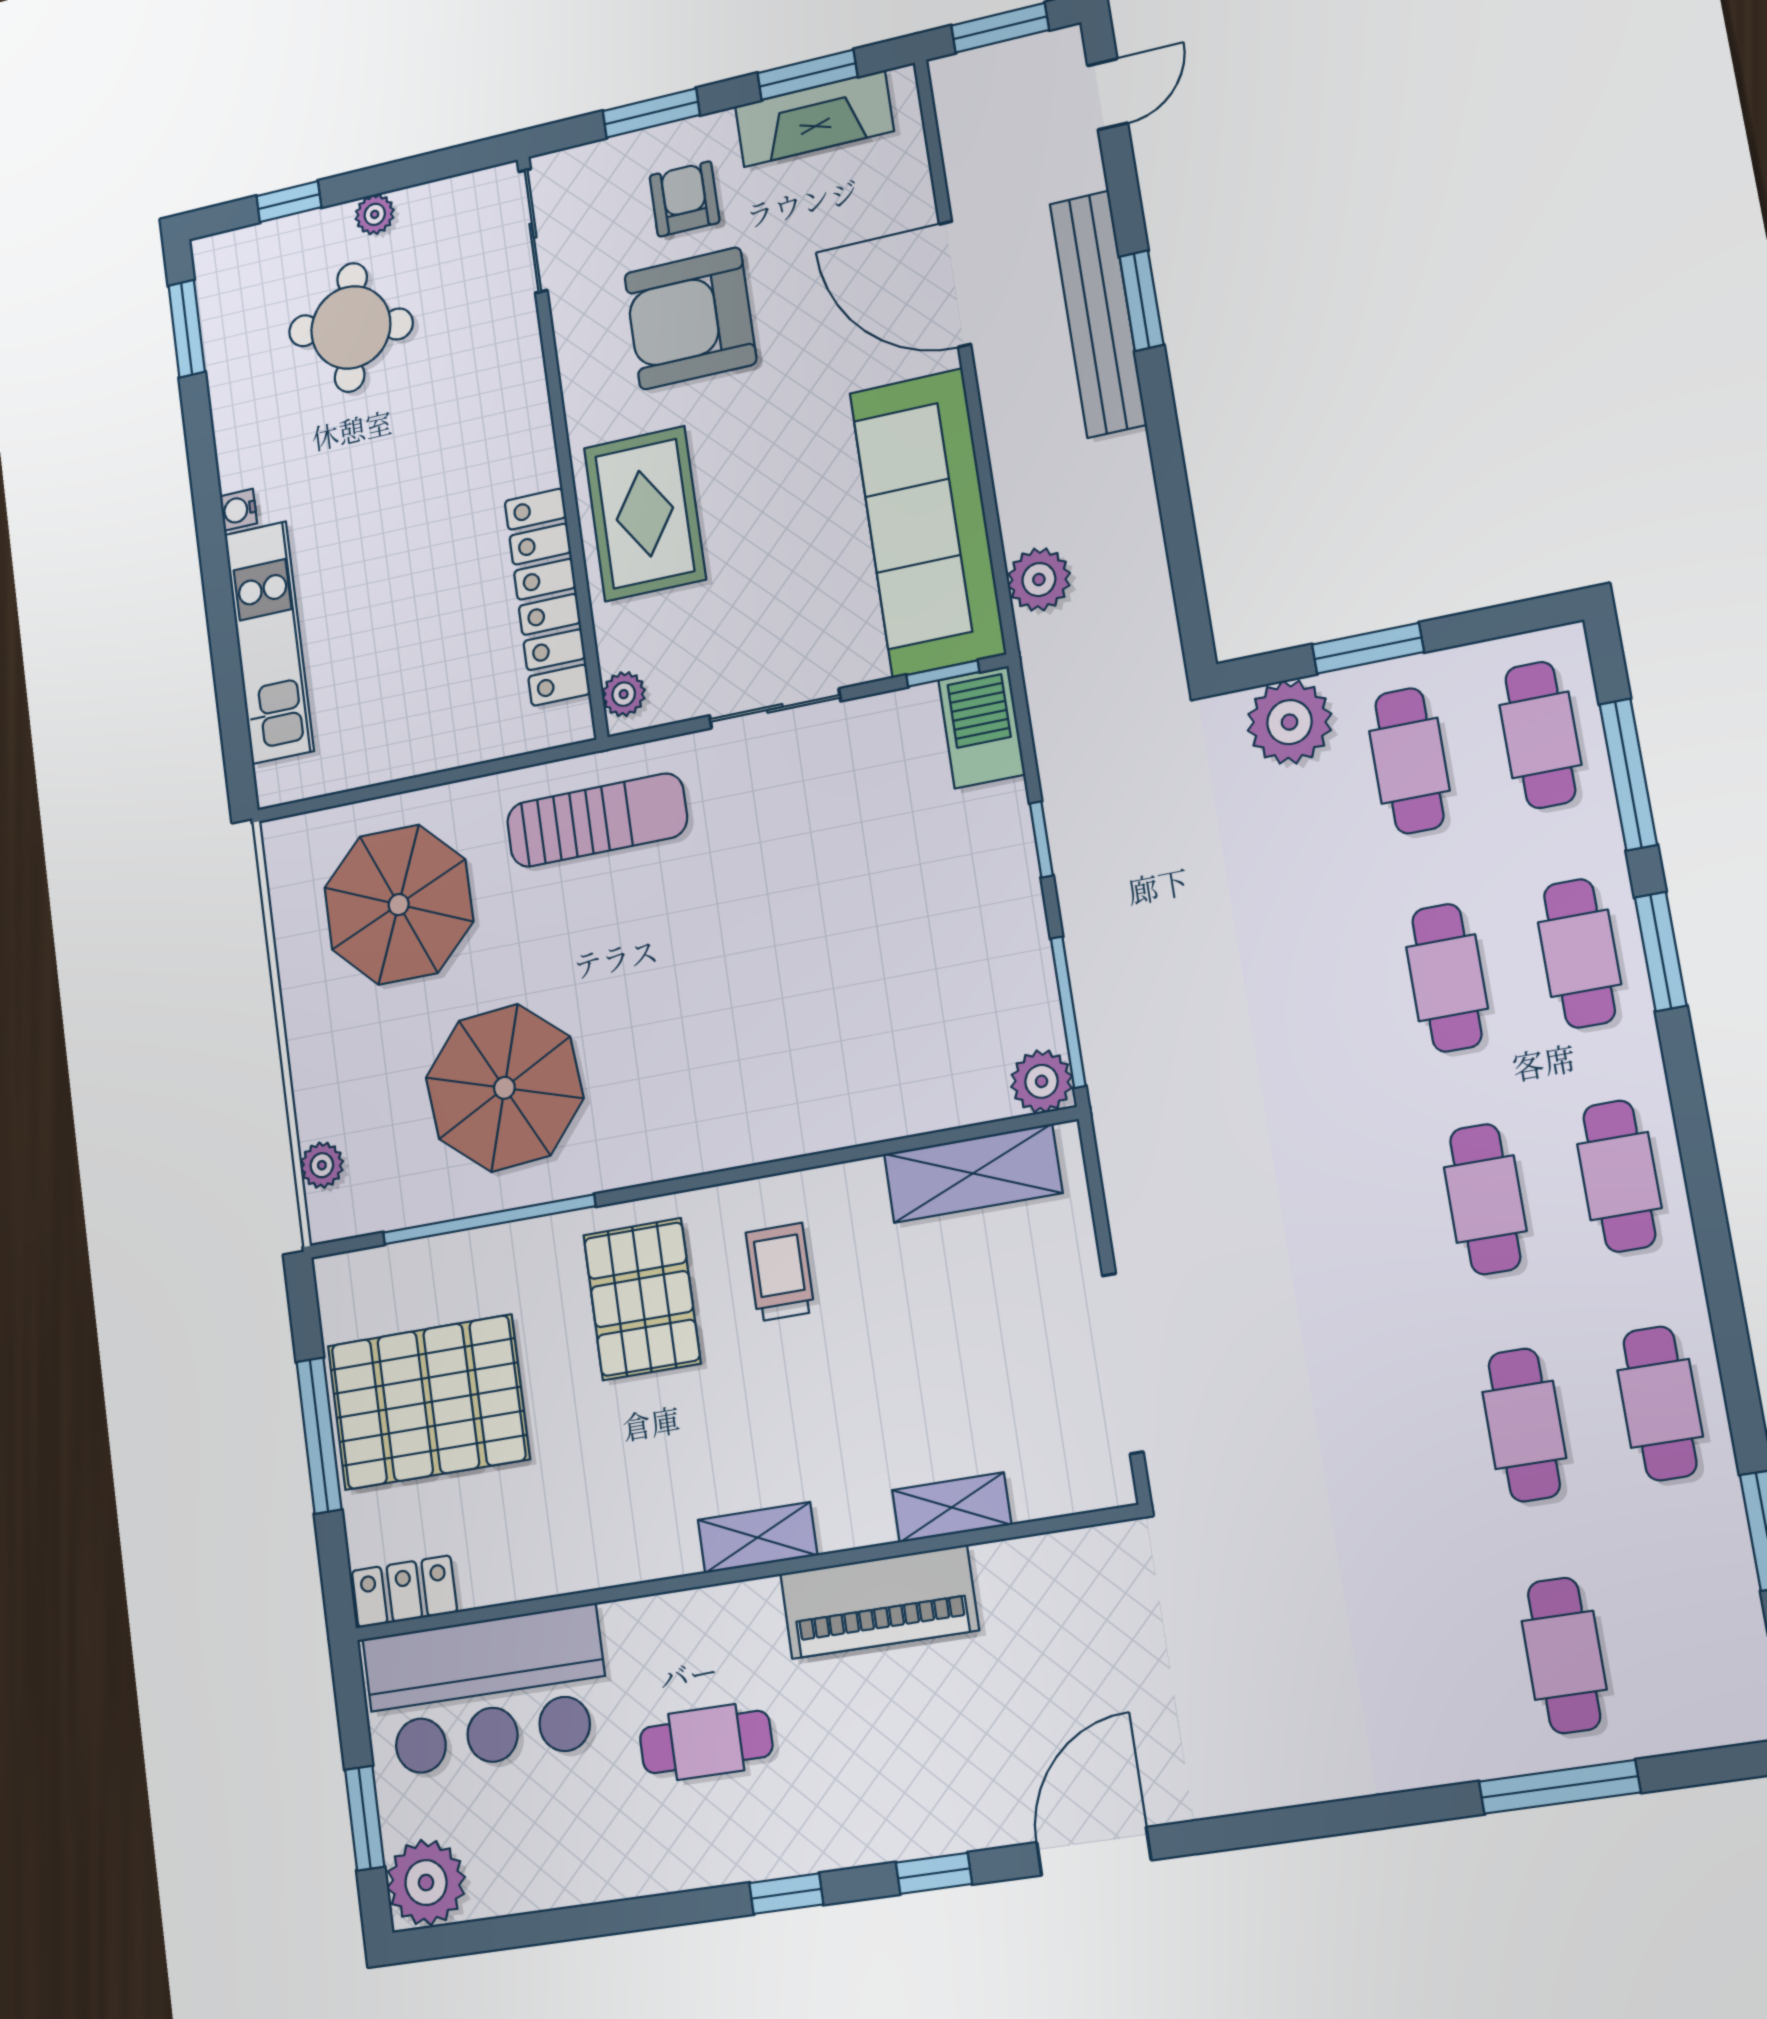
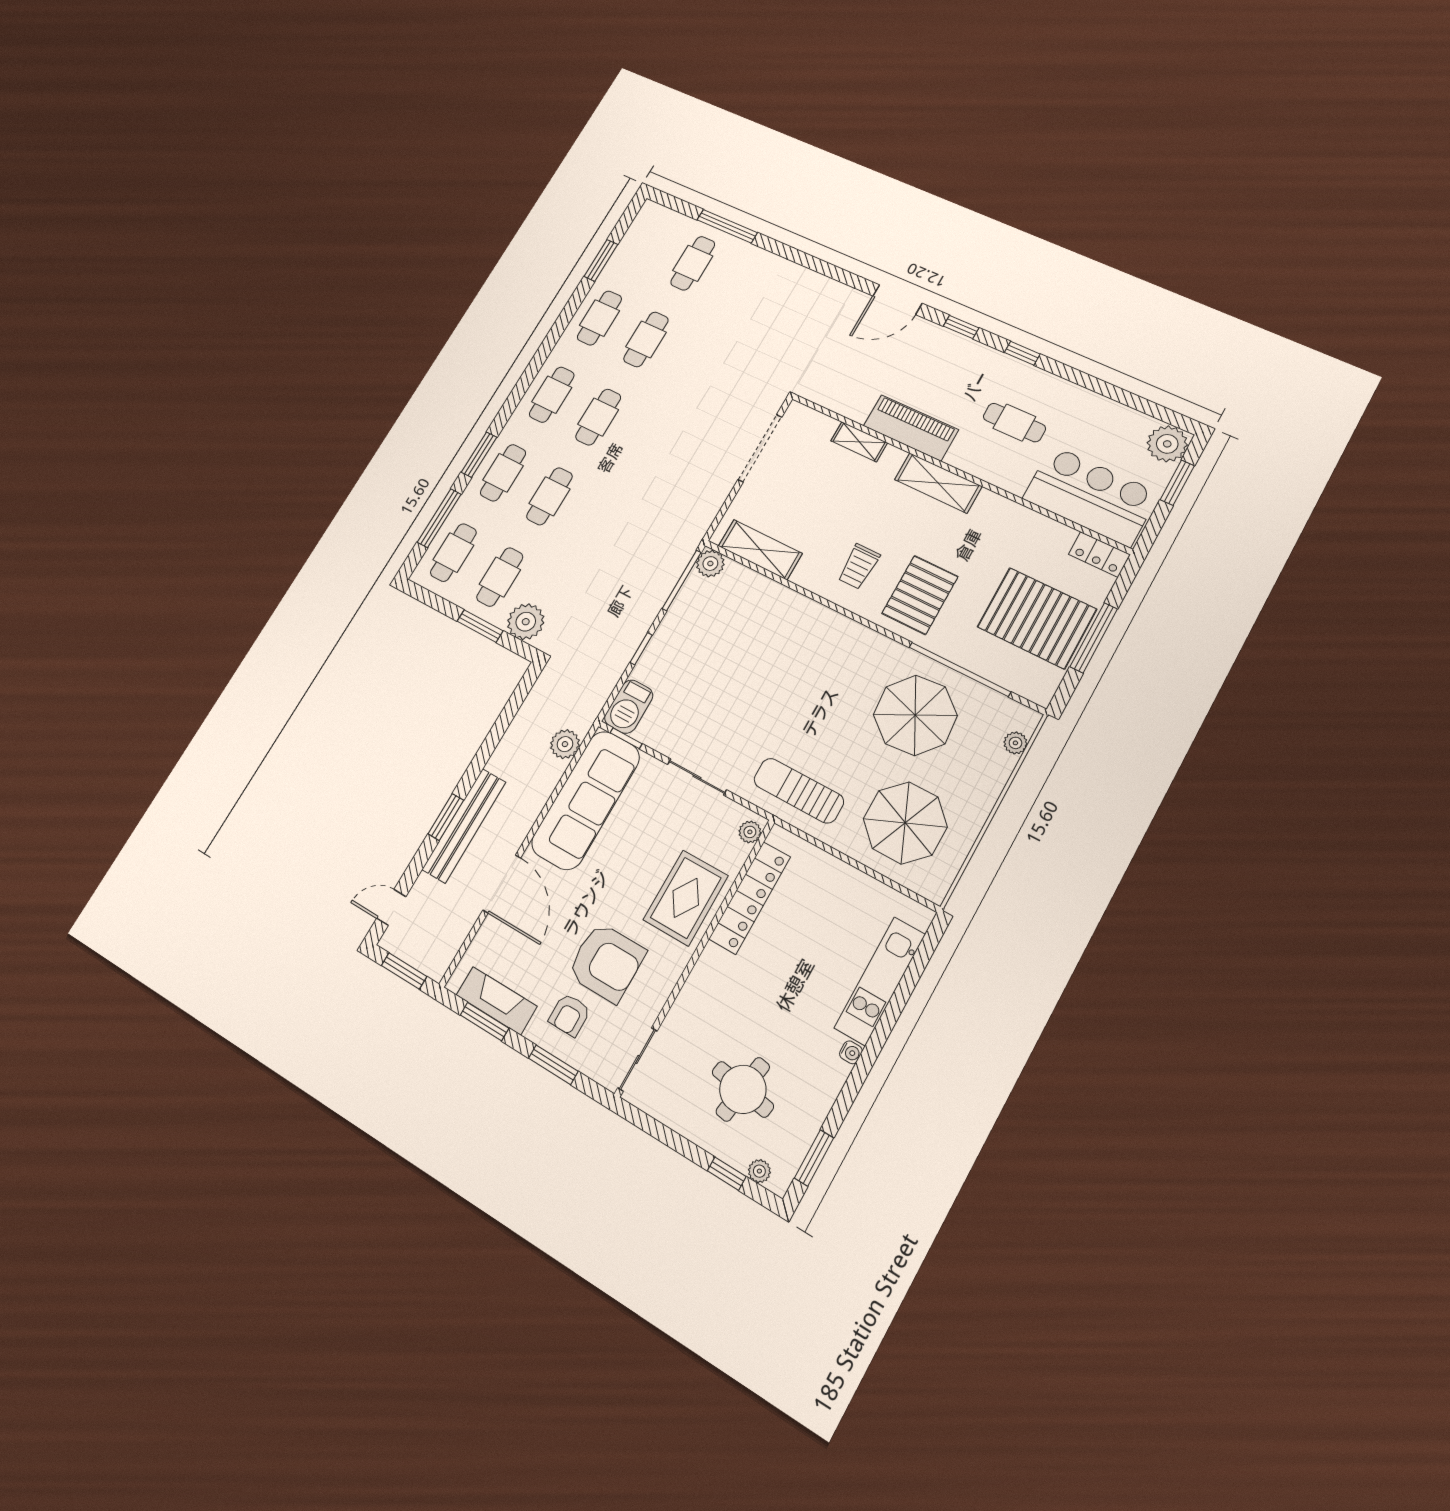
plant: (375, 214) -> (759, 1171), moved
shelving: (757, 1538) -> (938, 483), width x1.50, depth x1.33

